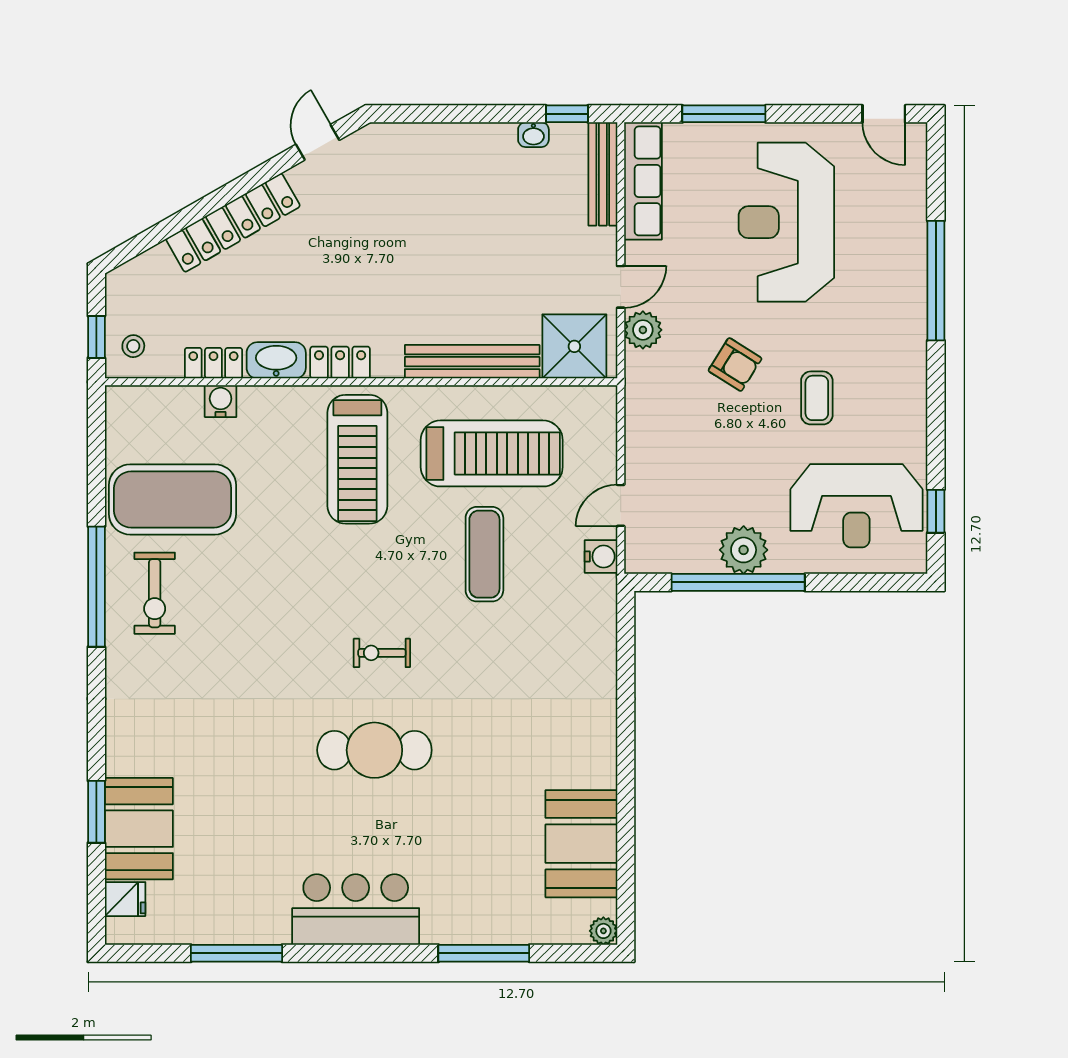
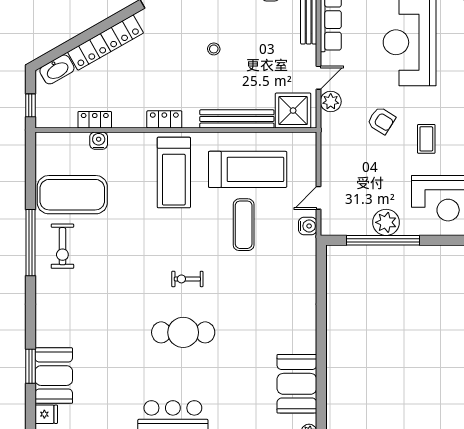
stool: (133, 346) -> (214, 49), moved
washbasin: (276, 360) -> (57, 69), moved, turned 150

